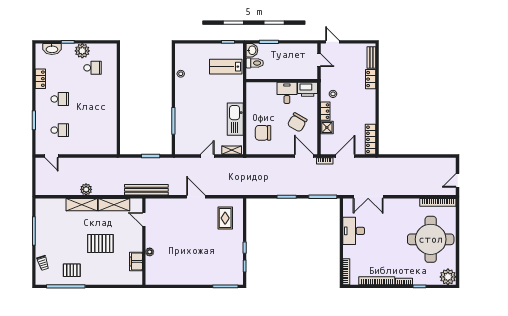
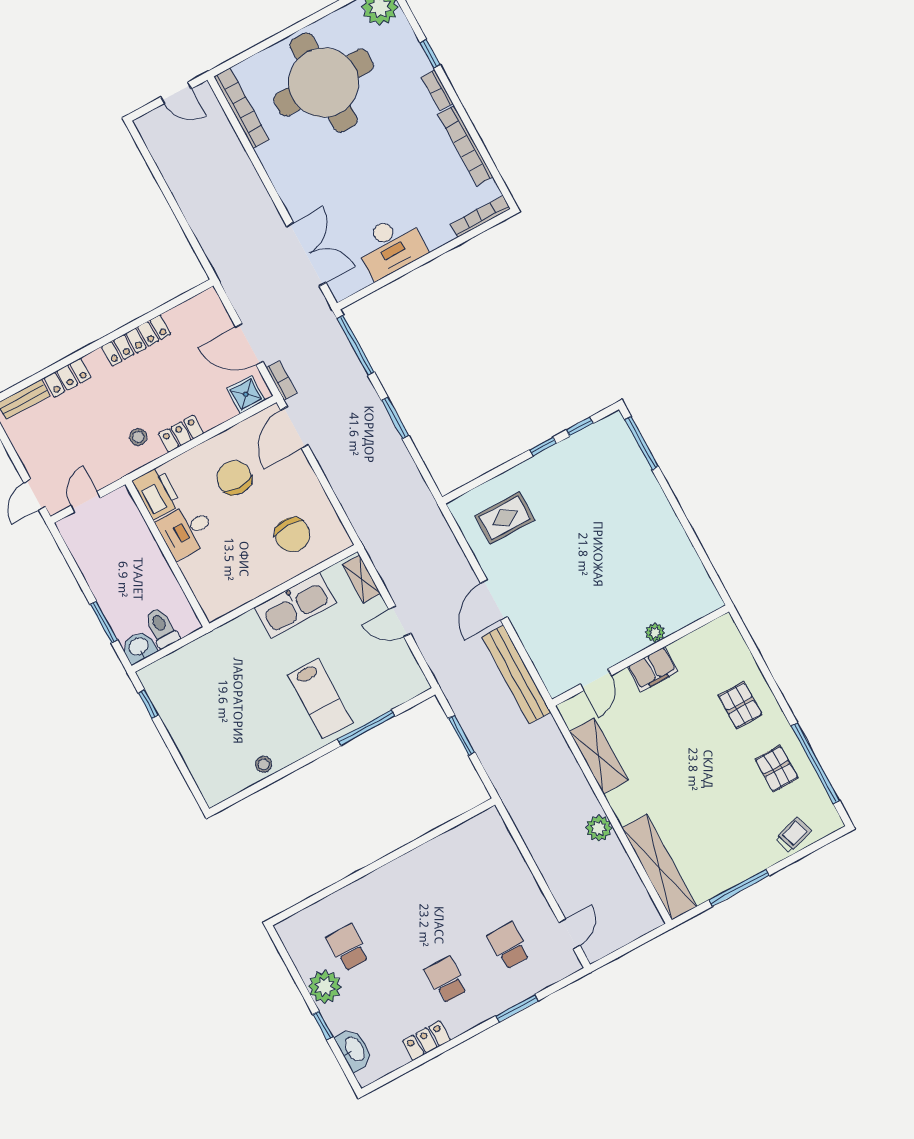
lab bench: (226, 67) -> (320, 699), moved
chair: (297, 122) -> (234, 478), turned -120
shower: (327, 128) -> (246, 394), moved
locker: (371, 139) -> (136, 341), moved
bench: (146, 190) -> (516, 674), moved
shelving: (82, 205) -> (659, 867), moved, width x1.47
pallet: (100, 243) -> (740, 705), moved, width x0.67, depth x0.71
filing cabinet: (136, 261) -> (653, 669), moved

